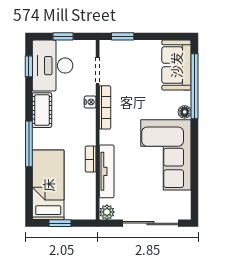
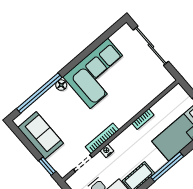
sofa: (176, 65) -> (41, 135), moved, turned -90
tv unit: (107, 171) -> (142, 102), removed
plant: (107, 212) -> (168, 80), removed

